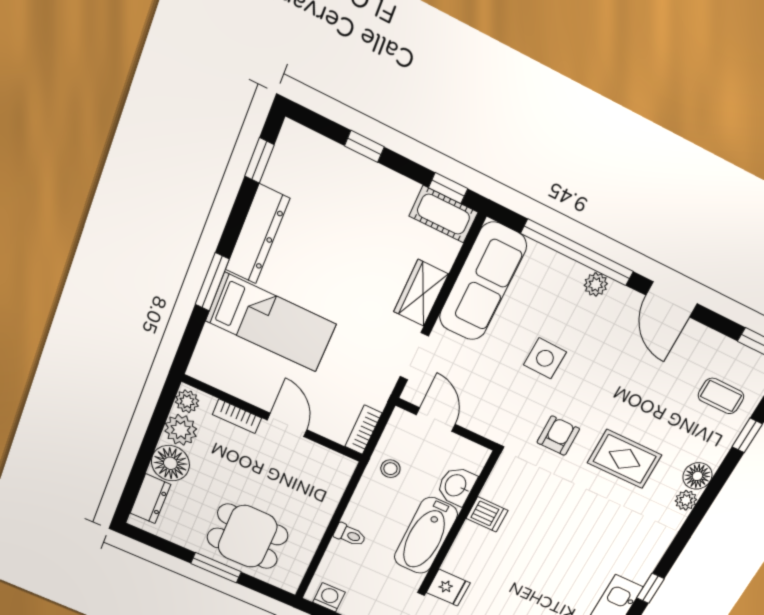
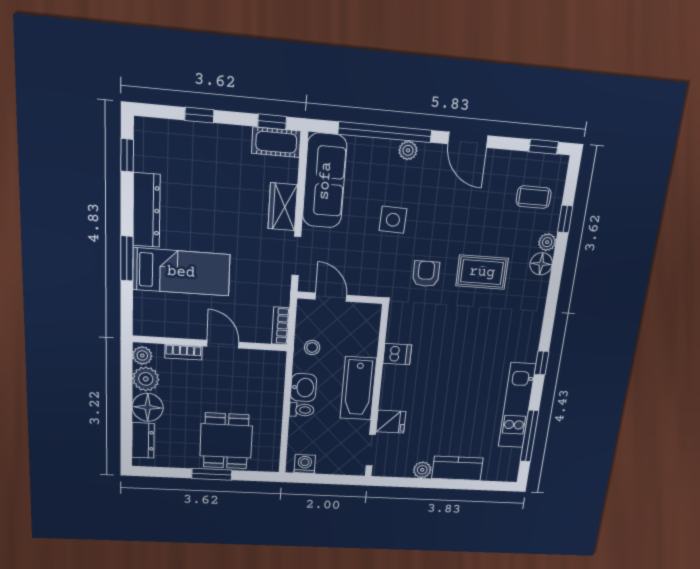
washbasin: (456, 486) -> (303, 388), moved, turned 180
plant: (686, 500) -> (547, 242), moved
dining table: (248, 536) -> (226, 441), turned 90

